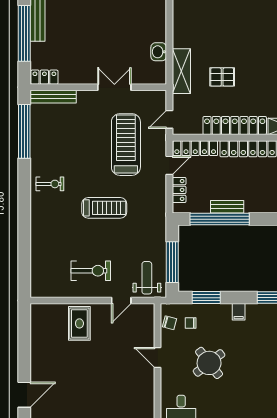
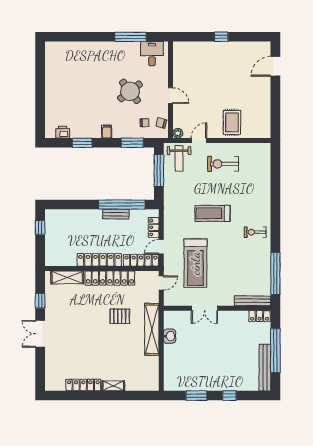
shelving: (181, 71) -> (152, 329), width x1.47
plant: (148, 310) -> (178, 133), added

